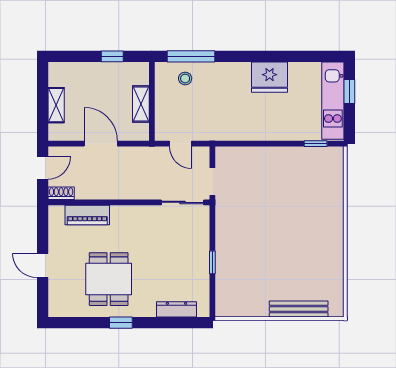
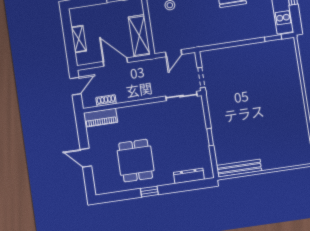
shelving: (141, 104) -> (139, 36), width x1.50, depth x1.33
door: (180, 144) -> (174, 53), hinge flipped
shoe rack: (61, 193) -> (106, 101), moved
piano: (87, 215) -> (101, 118), moved
bench: (299, 309) -> (239, 168), moved

